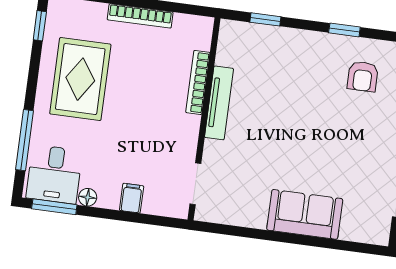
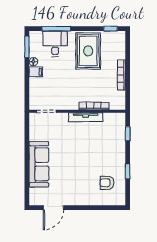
rug: (80, 79) -> (88, 51), turned 90
desk: (54, 174) -> (55, 44), moved, turned 90
filing cabinet: (132, 198) -> (36, 72), moved
sofa: (305, 214) -> (39, 164), width x1.36

